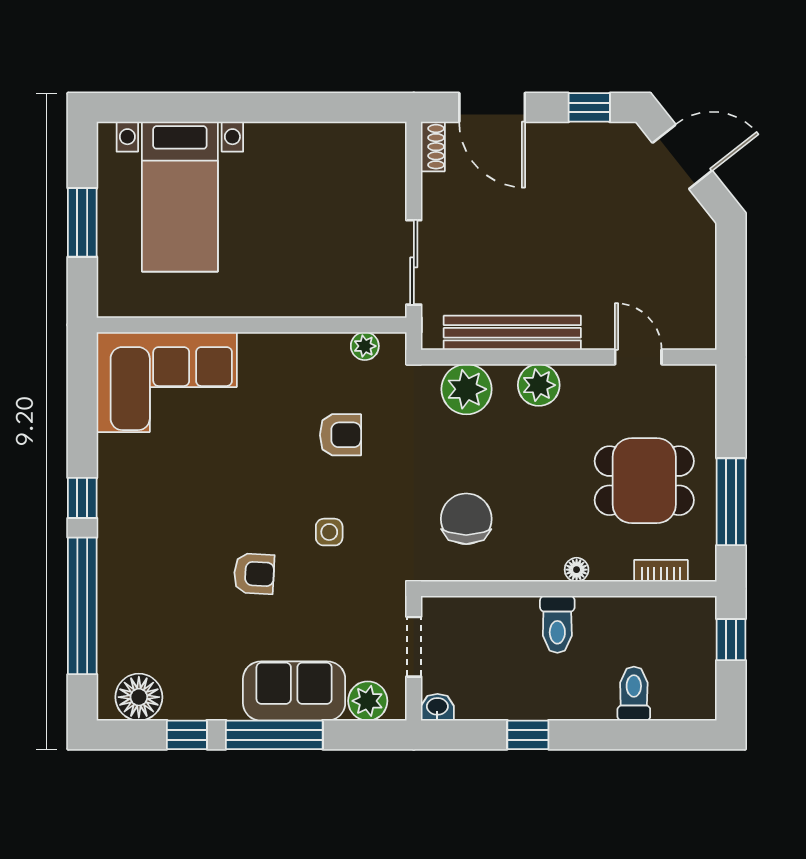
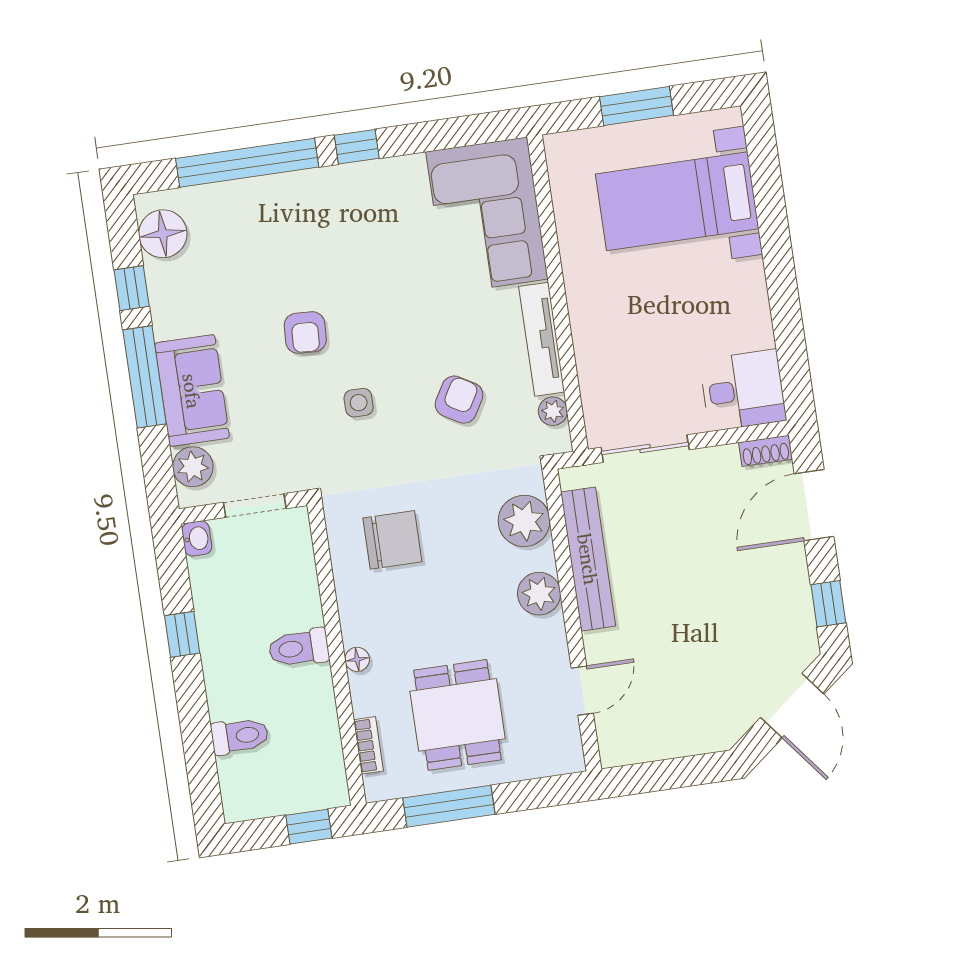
desk: (371, 160) -> (743, 390), added
tv unit: (294, 347) -> (542, 339), added
armchair: (340, 435) -> (459, 400), turned -150

